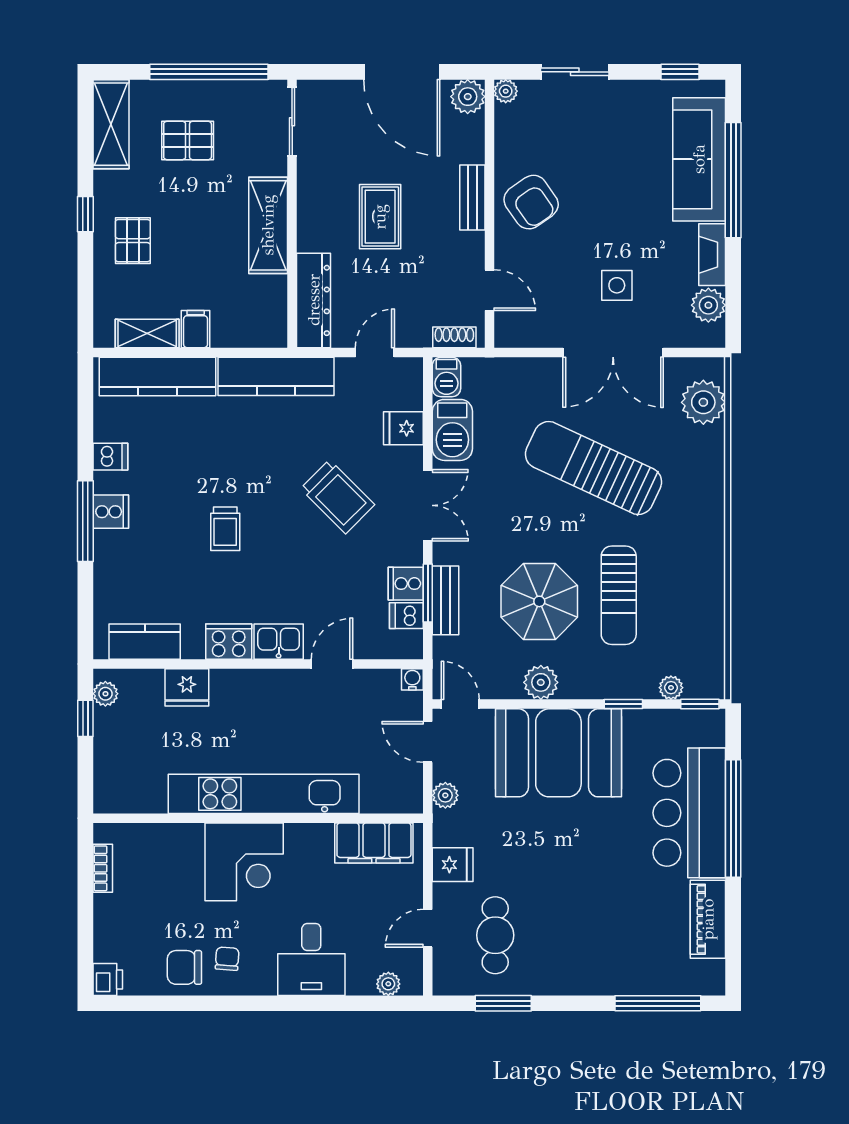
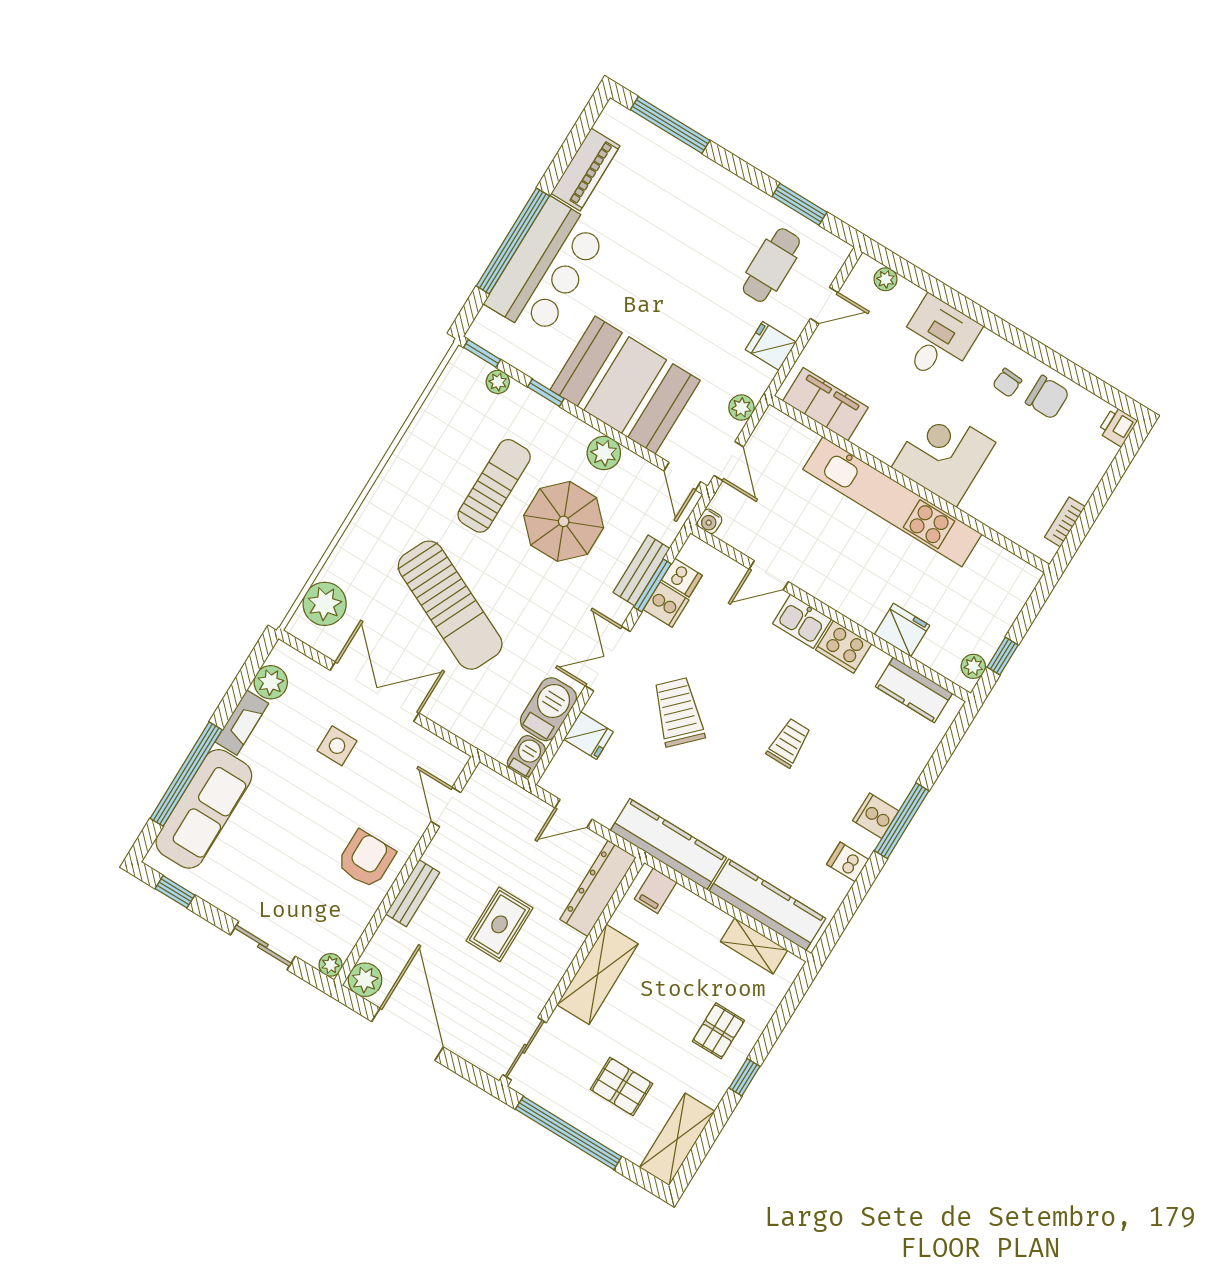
armchair: (531, 202) -> (366, 859), turned 35
filing cabinet: (196, 329) -> (656, 891), moved
shoe rack: (454, 337) -> (499, 785), removed

